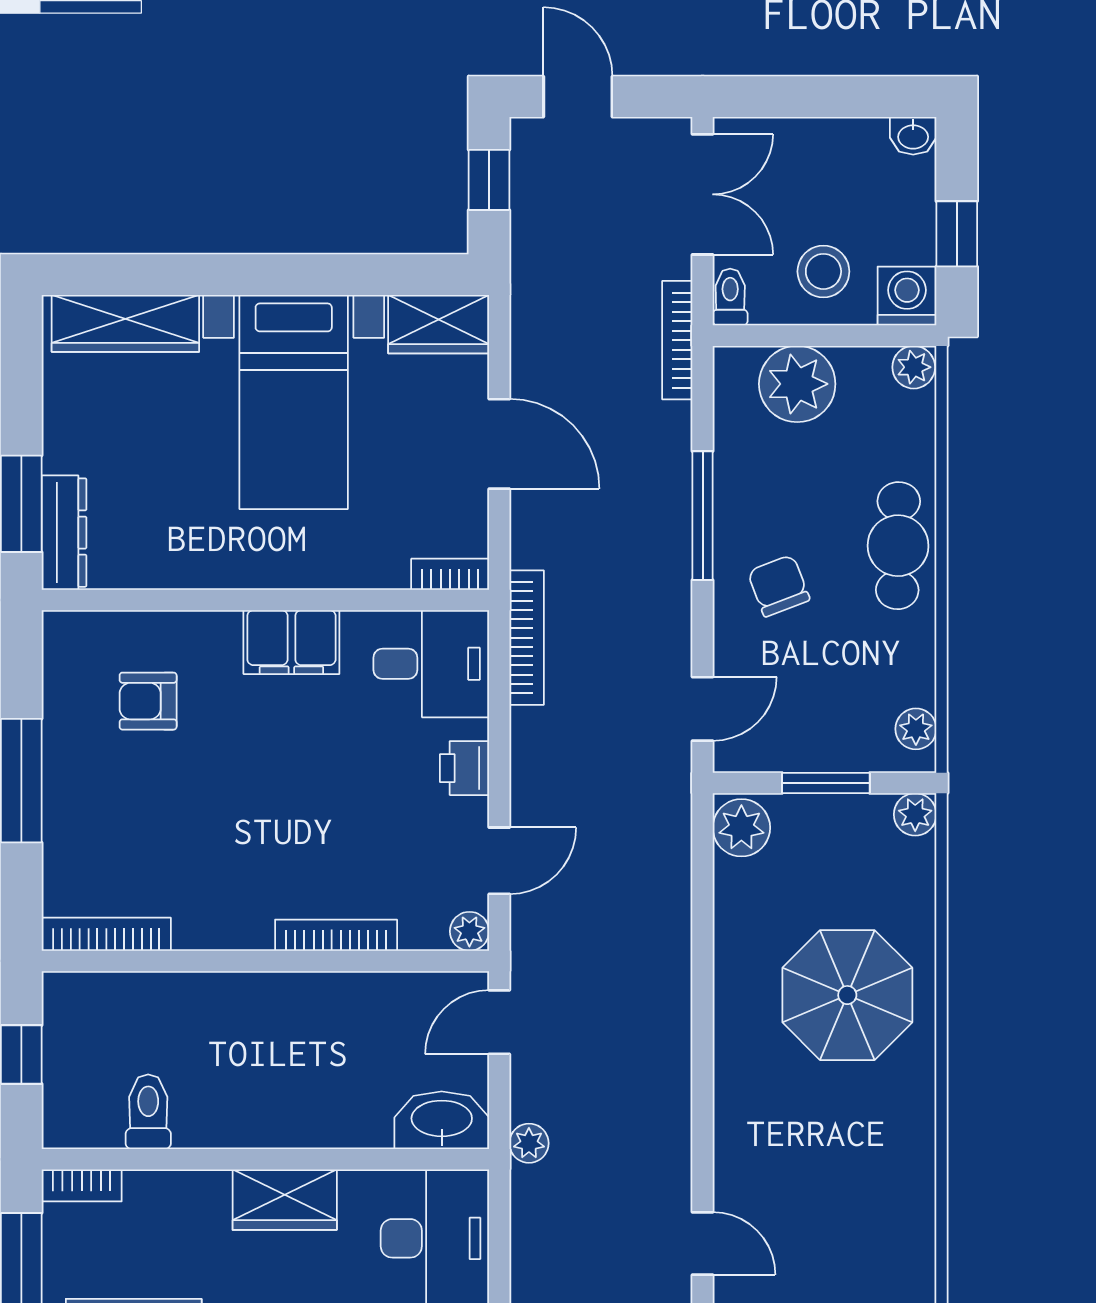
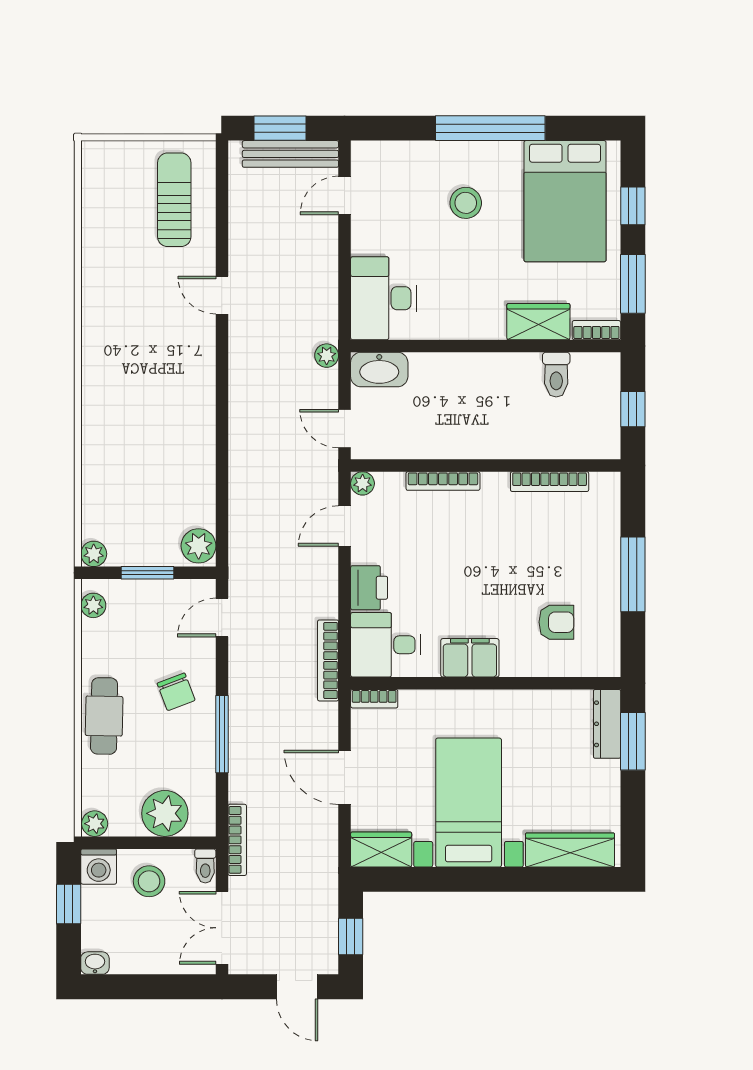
printer: (464, 768) -> (369, 588), width x1.36, depth x1.24
bookcase: (106, 934) -> (550, 482), moved
parasol: (847, 995) -> (135, 445), removed
door: (499, 1022) -> (345, 429), swing flipped
wardrobe: (285, 1200) -> (538, 322), moved

